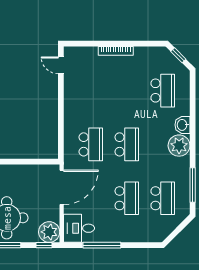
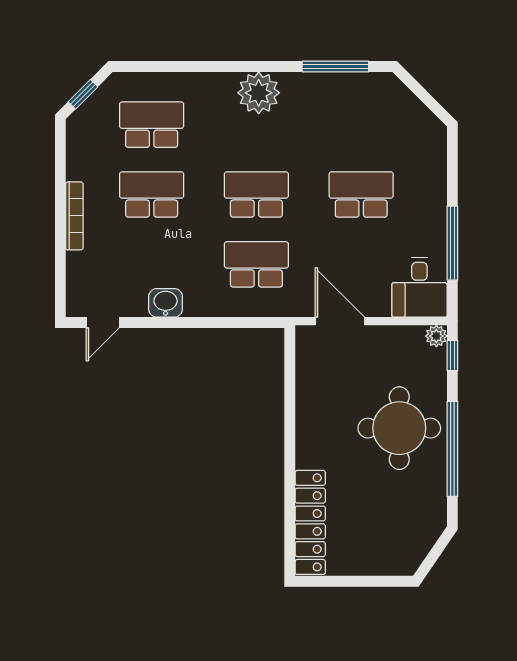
washbasin: (182, 125) -> (166, 303), moved, turned 180
door: (62, 187) -> (340, 321), width x0.73
school desk: (163, 198) -> (152, 195), moved
plant: (49, 232) -> (436, 336), width x0.53, depth x0.53

